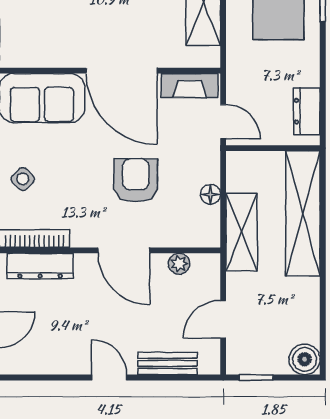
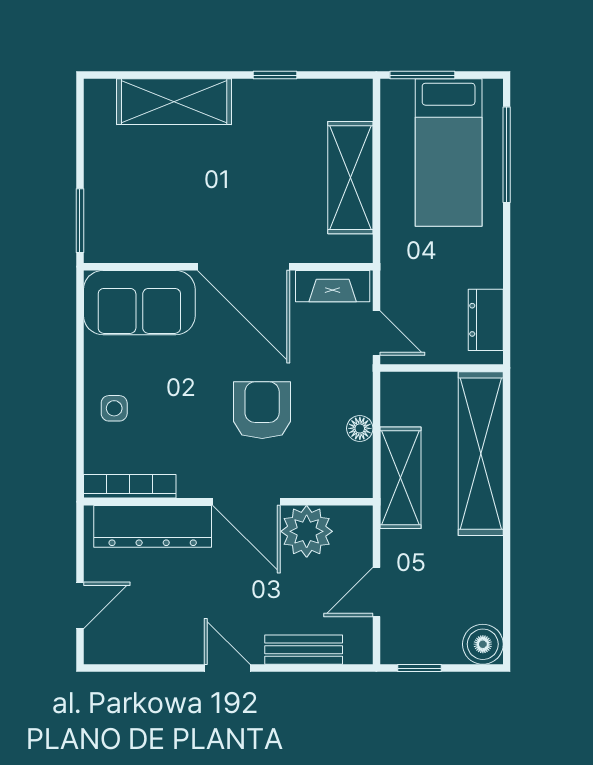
side table: (23, 179) -> (114, 408), turned 45
plant: (179, 264) -> (307, 531), width x1.88, depth x1.88
dresser: (40, 266) -> (153, 526), width x1.37, depth x1.24

